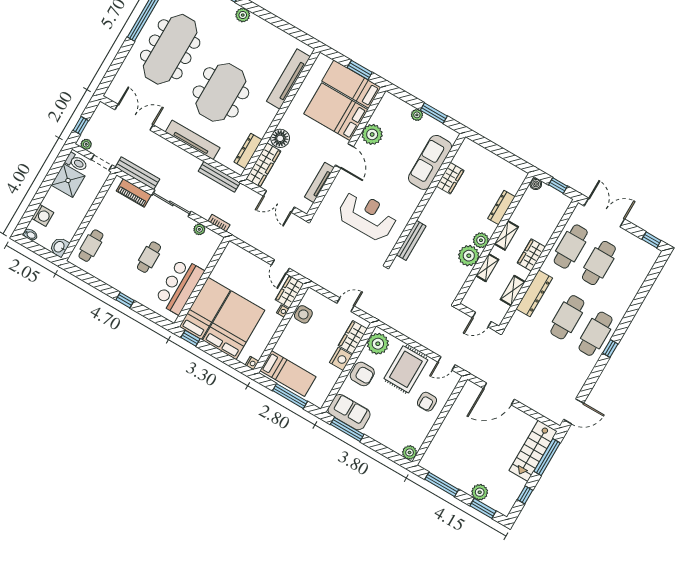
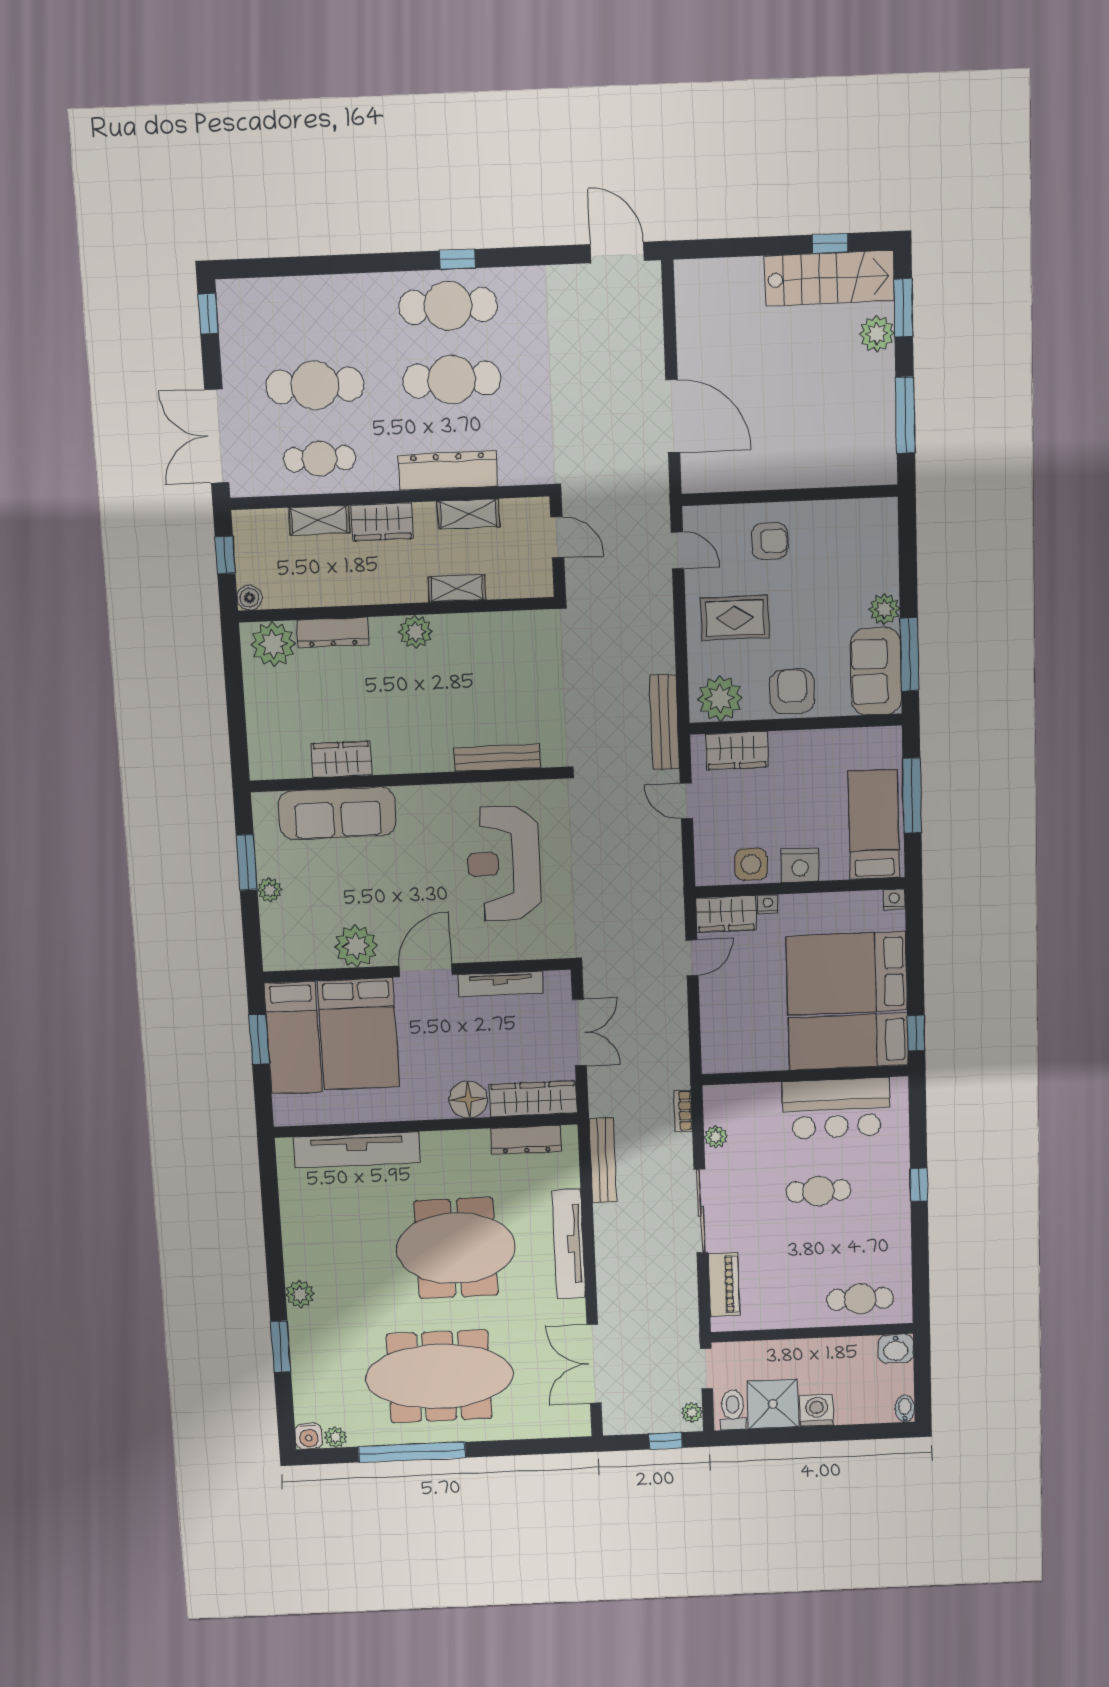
bench: (137, 173) -> (665, 722), moved
washing machine: (43, 215) -> (817, 1410), moved
shelving: (506, 235) -> (319, 520), moved
cafe table: (571, 247) -> (319, 459), width x0.73, depth x0.74
plant: (469, 256) -> (273, 644), moved
nightstand: (341, 359) -> (800, 865), moved, turned 180
rug: (406, 369) -> (735, 618), width x0.73, depth x0.70
stairs: (533, 451) -> (829, 278), moved
plant: (410, 452) -> (884, 609), moved
window: (547, 457) -> (734, 247), removed

